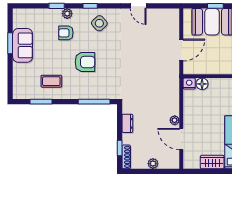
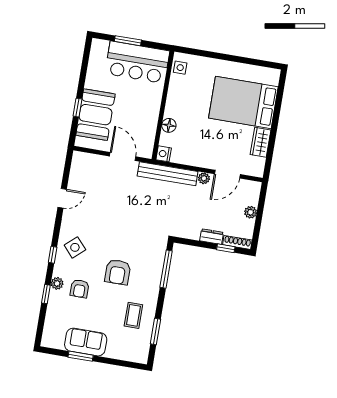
armchair: (85, 62) -> (118, 272), turned 180
floor lamp: (202, 84) -> (169, 125), moved
bench: (173, 90) -> (168, 174), added
dresser: (127, 123) -> (212, 237), moved

